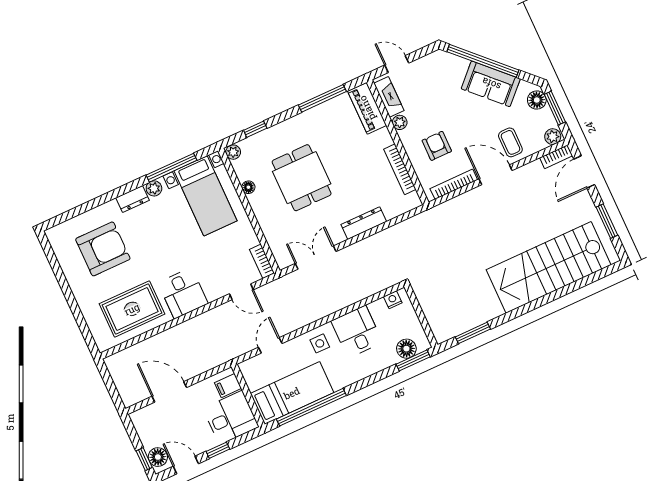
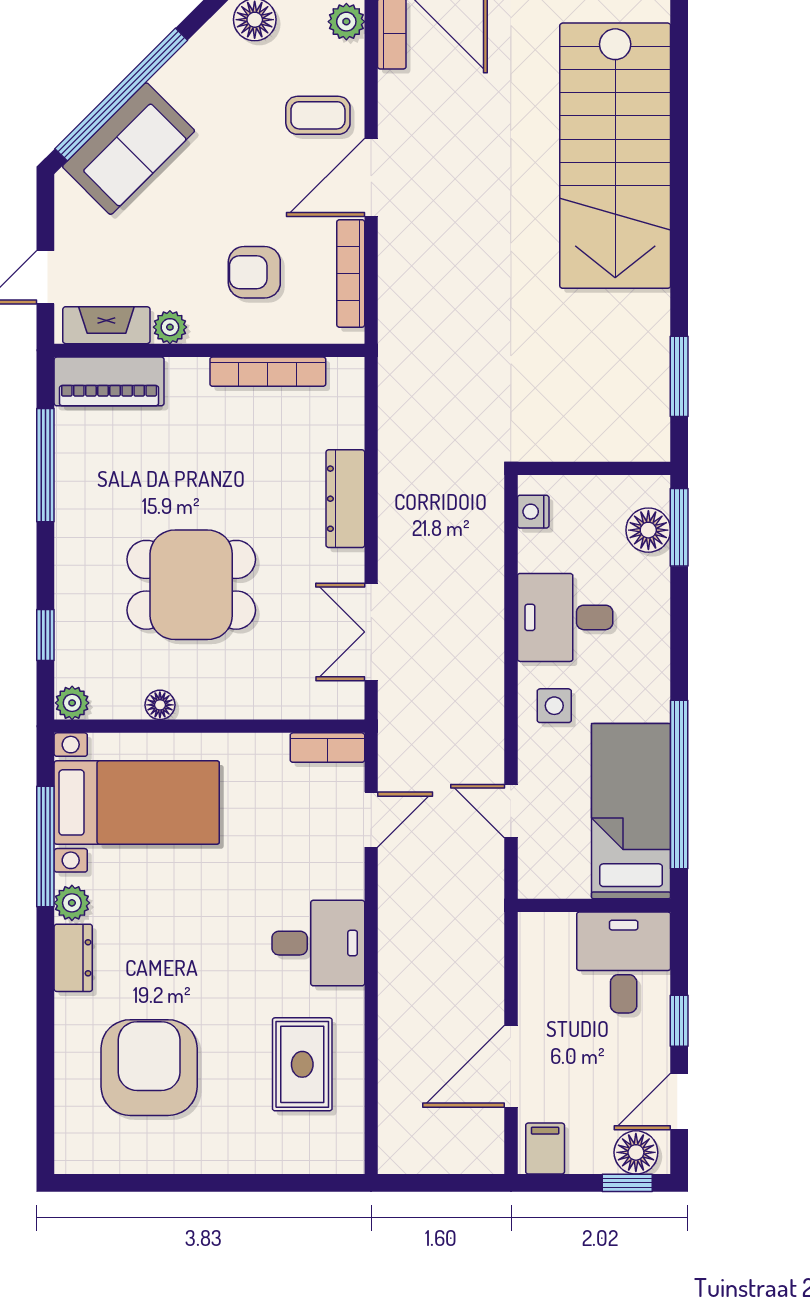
sofa: (491, 84) -> (128, 149), moved
rug: (132, 309) -> (302, 1064), width x0.73, depth x0.70
filing cabinet: (228, 386) -> (545, 1149), moved, turned 180

